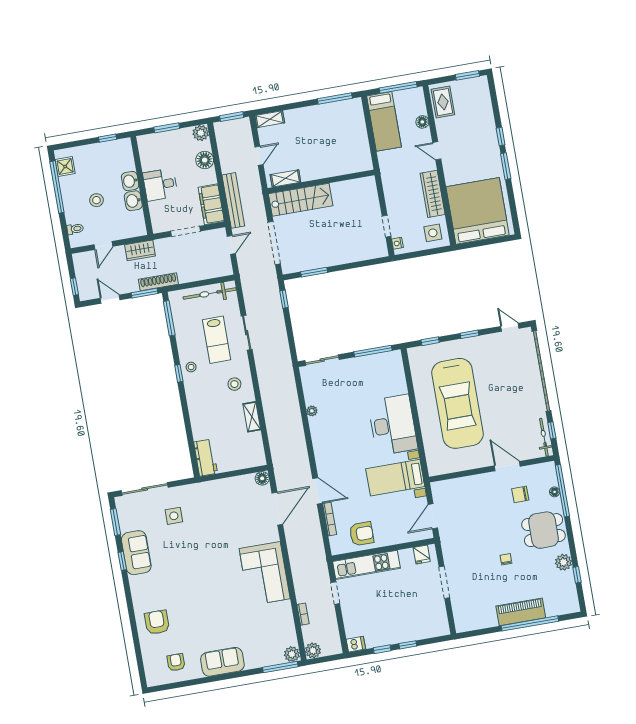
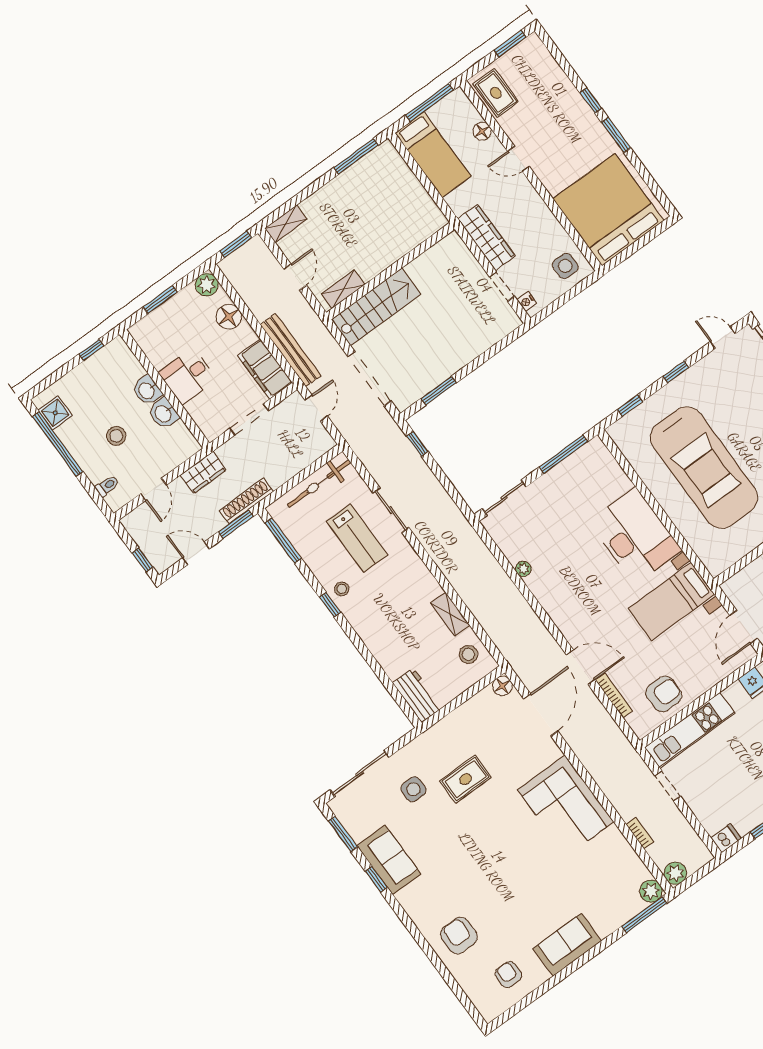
wardrobe: (433, 194) -> (487, 238), moved, turned 180
stool: (234, 384) -> (468, 654), moved
rug: (210, 526) -> (466, 779), added

